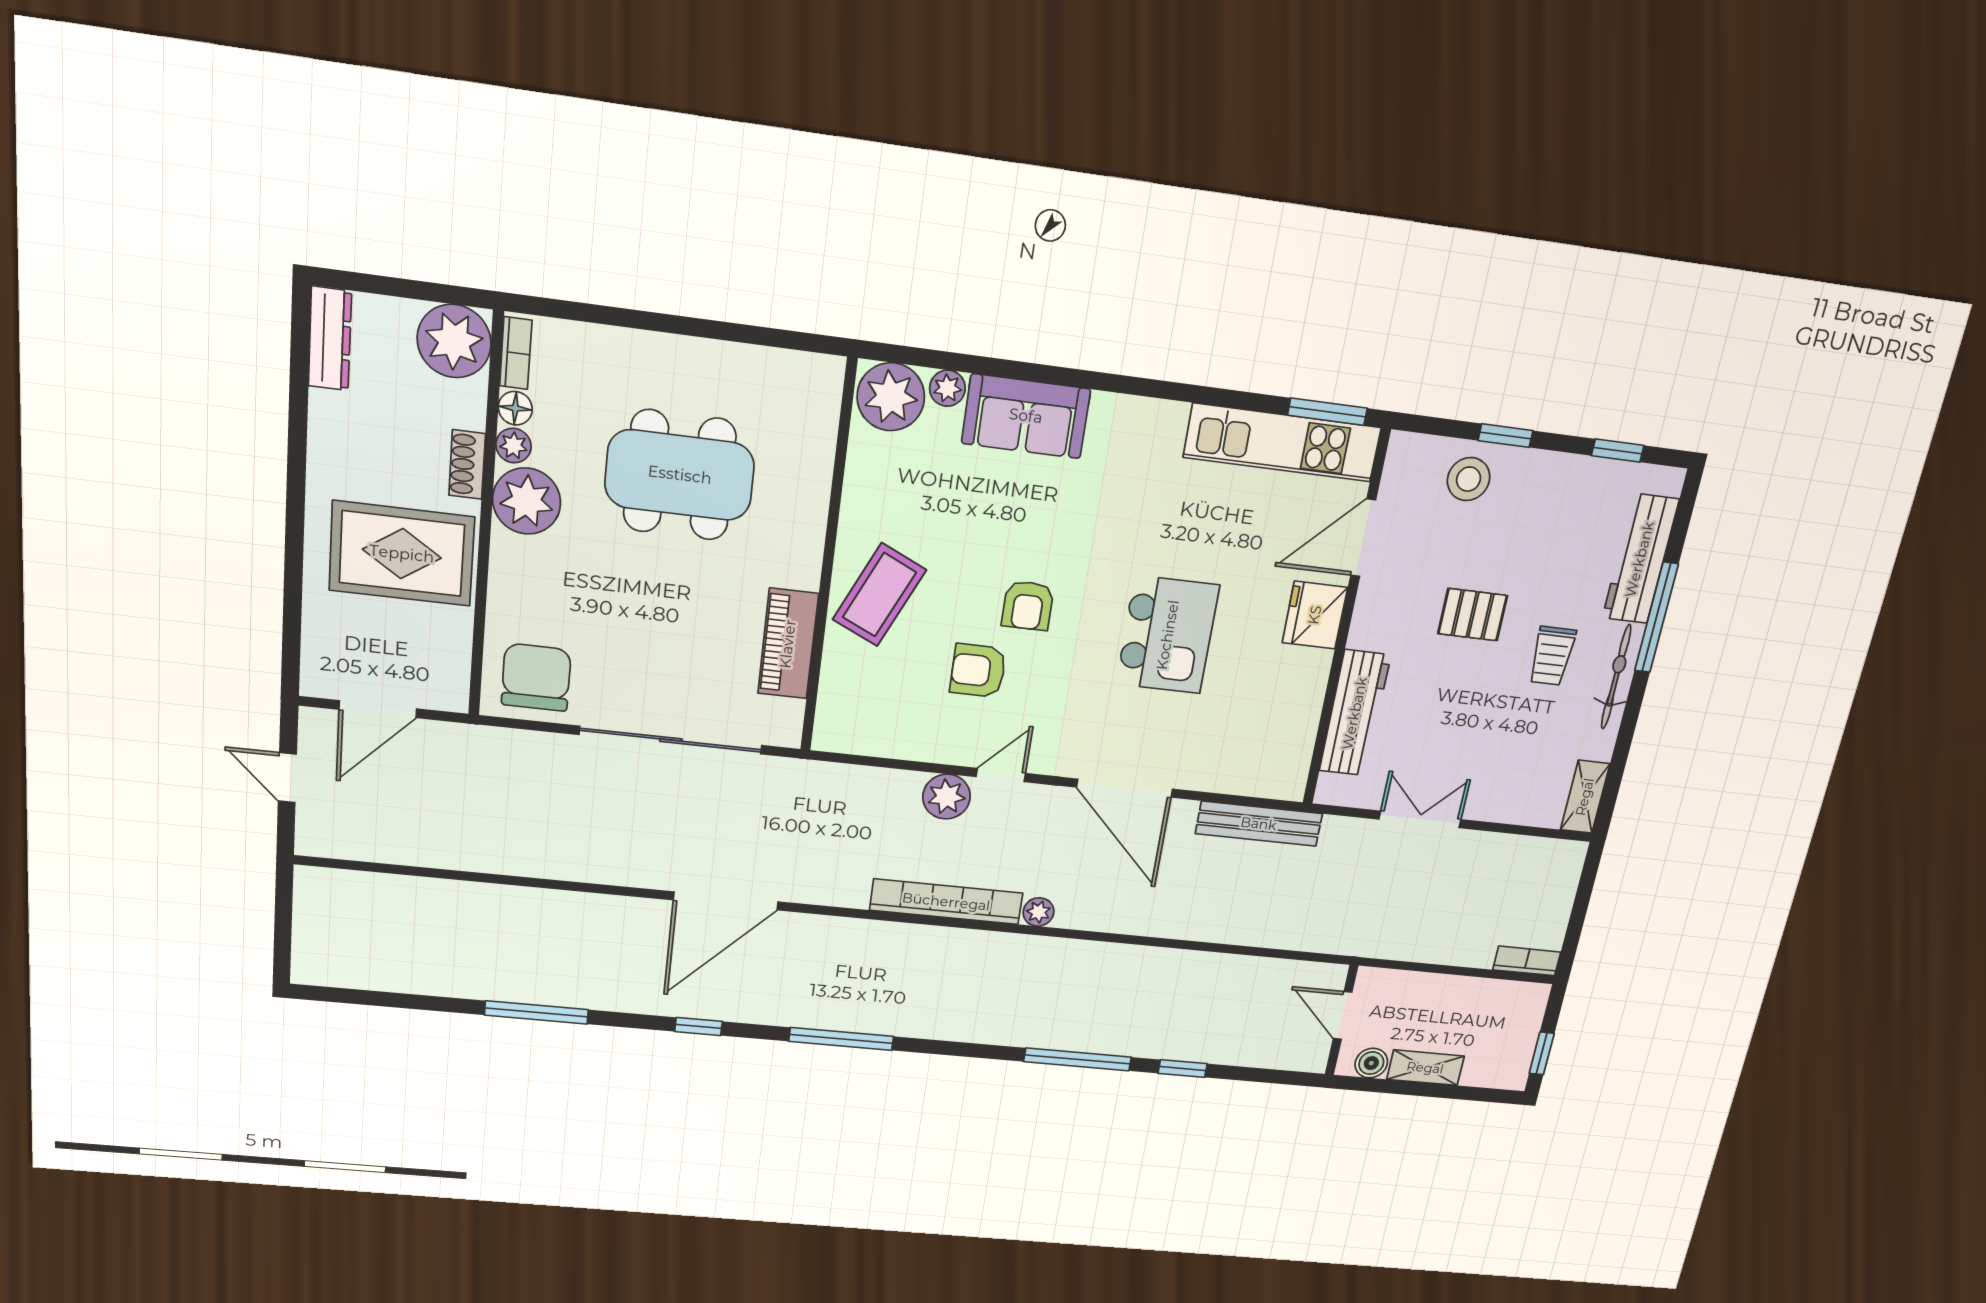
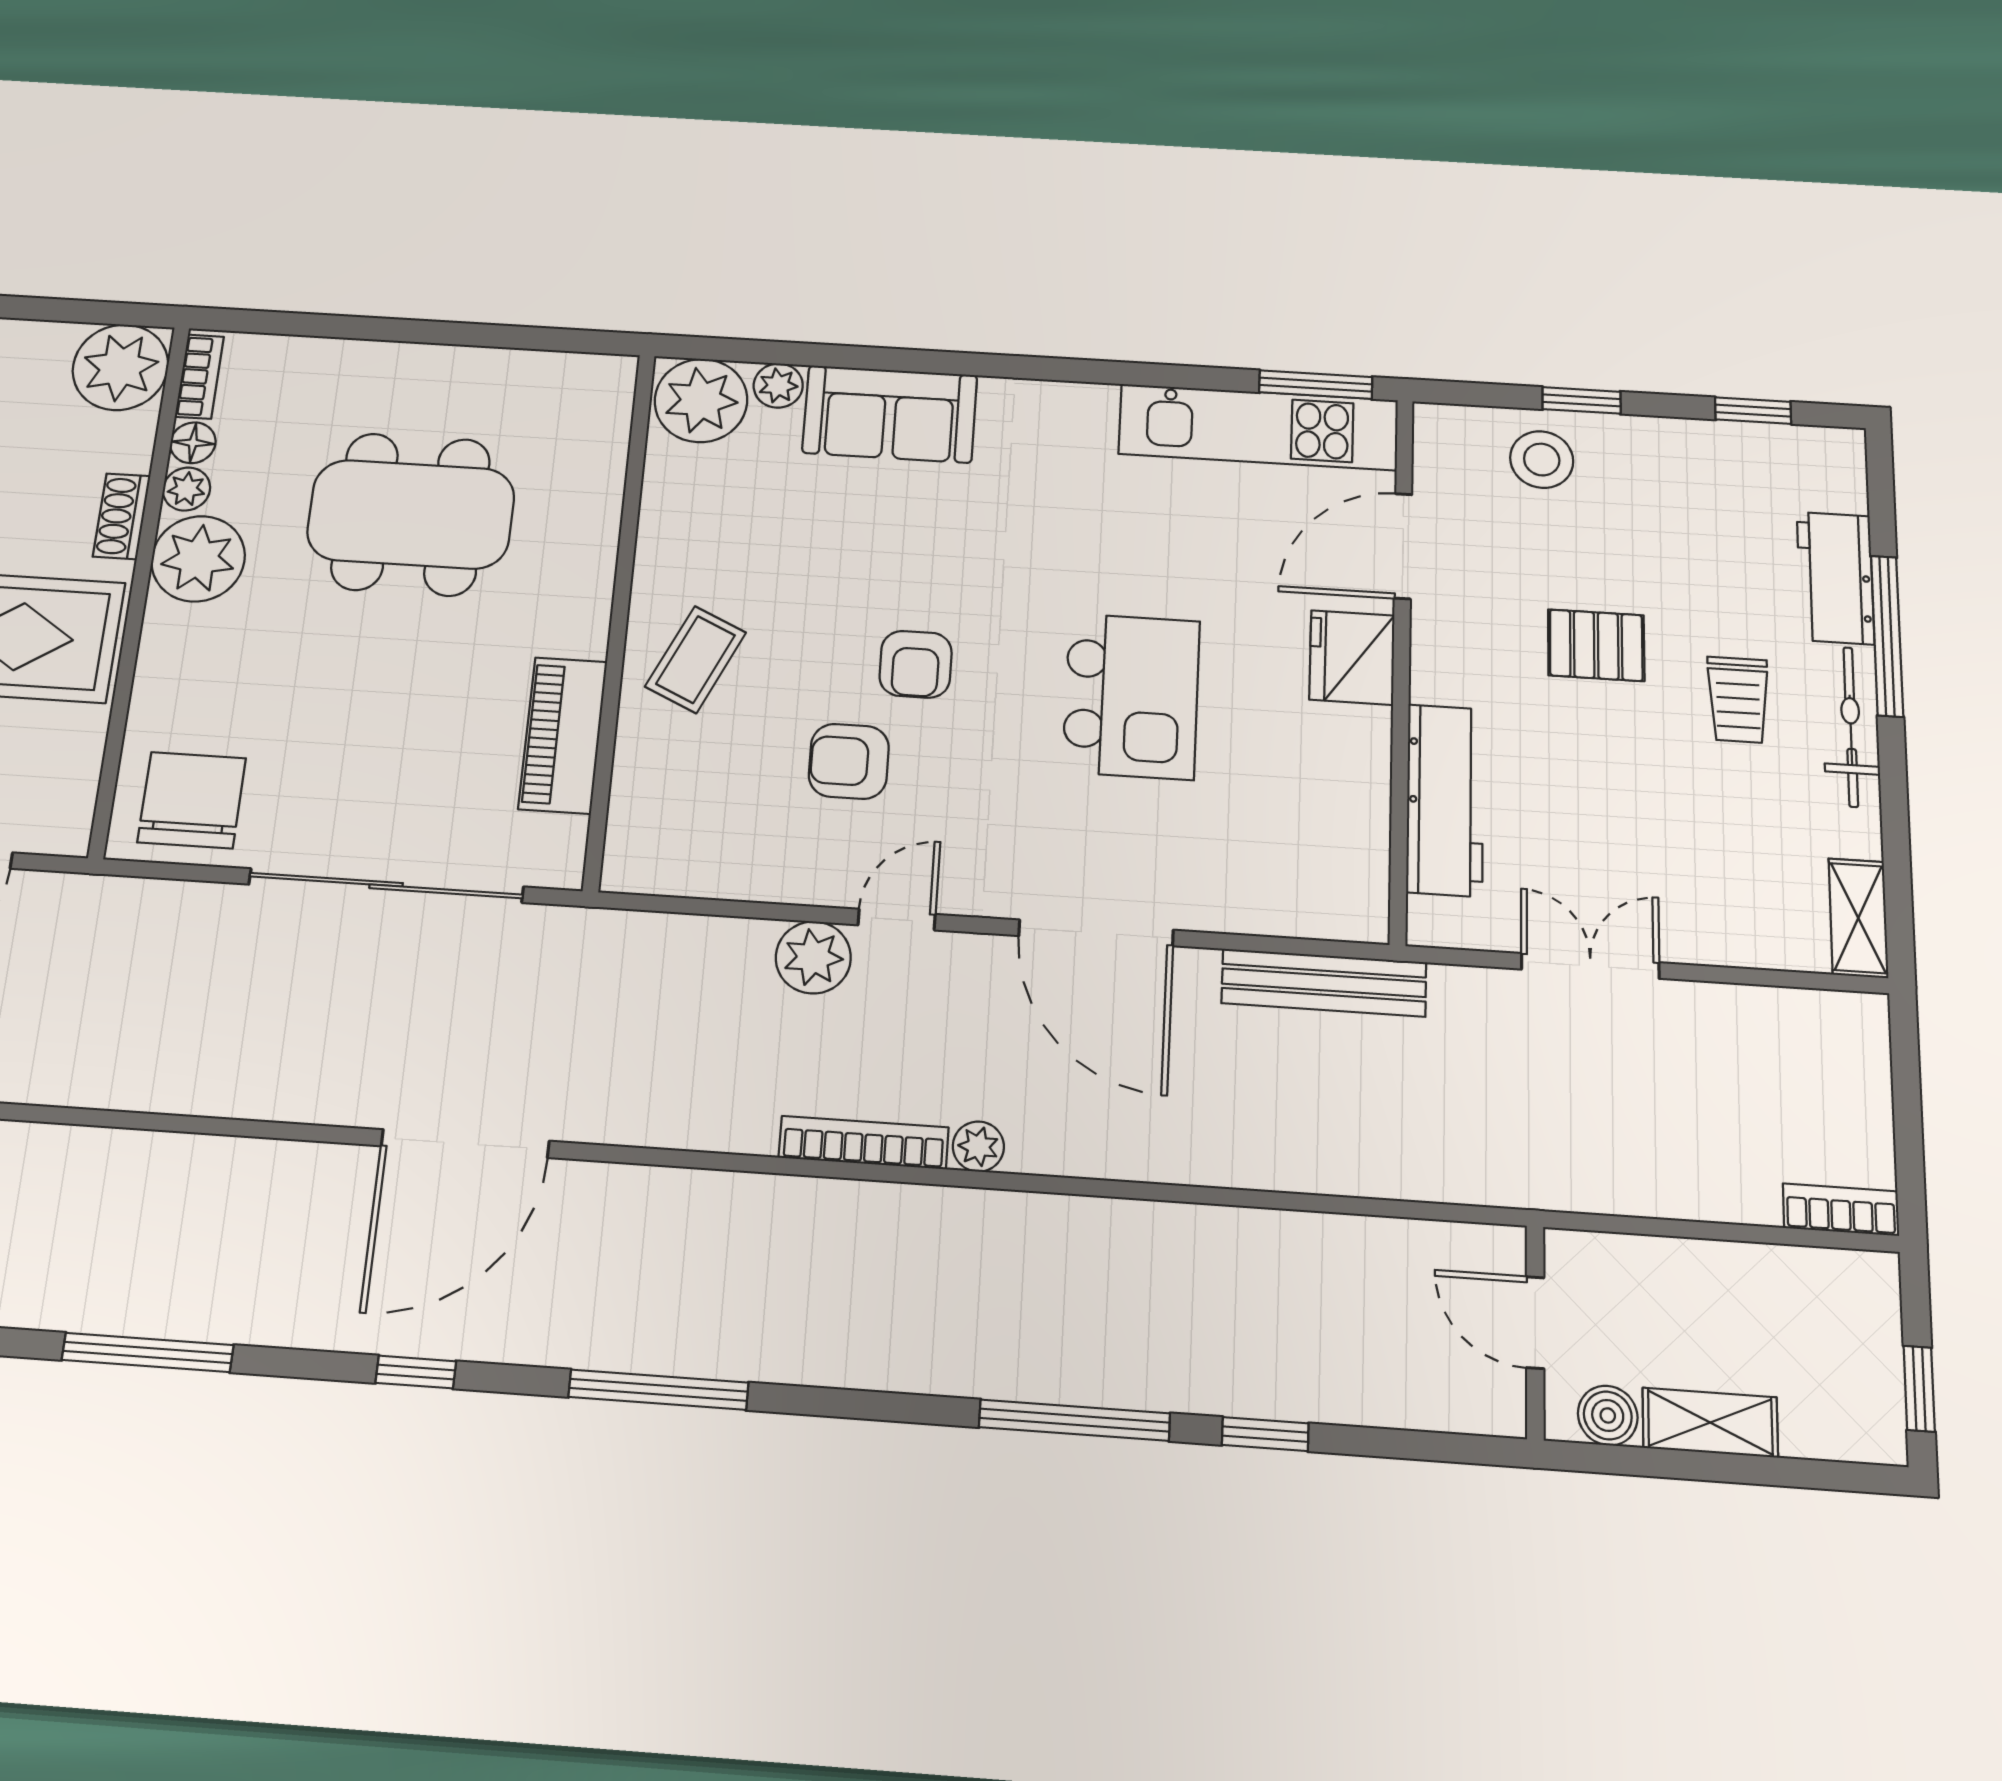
workbench: (1640, 559) -> (1835, 578), width x0.73
coffee table: (879, 595) -> (696, 660), width x0.73, depth x0.77
bookcase: (946, 902) -> (864, 1143), width x0.68, depth x0.76

